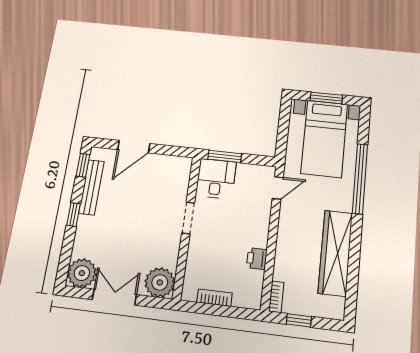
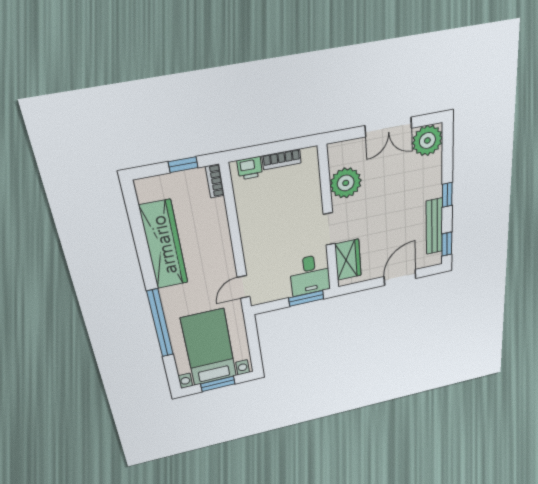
wardrobe: (178, 182) -> (348, 260), added
printer: (257, 259) -> (250, 168), moved, turned 90
plant: (160, 282) -> (346, 183), moved

